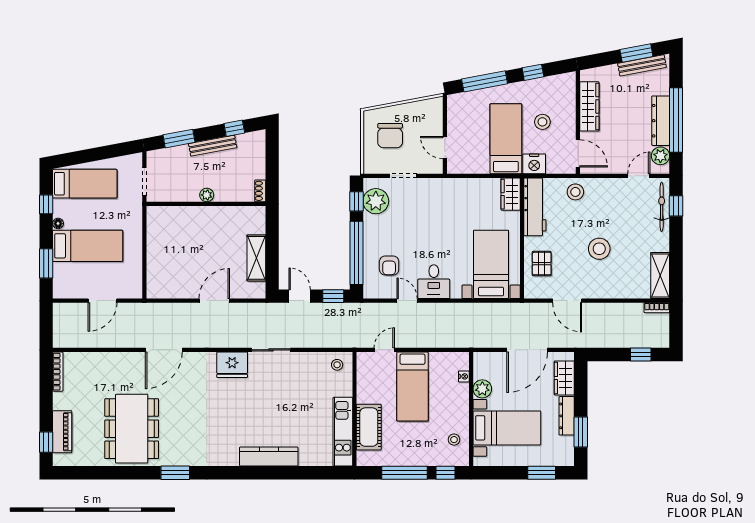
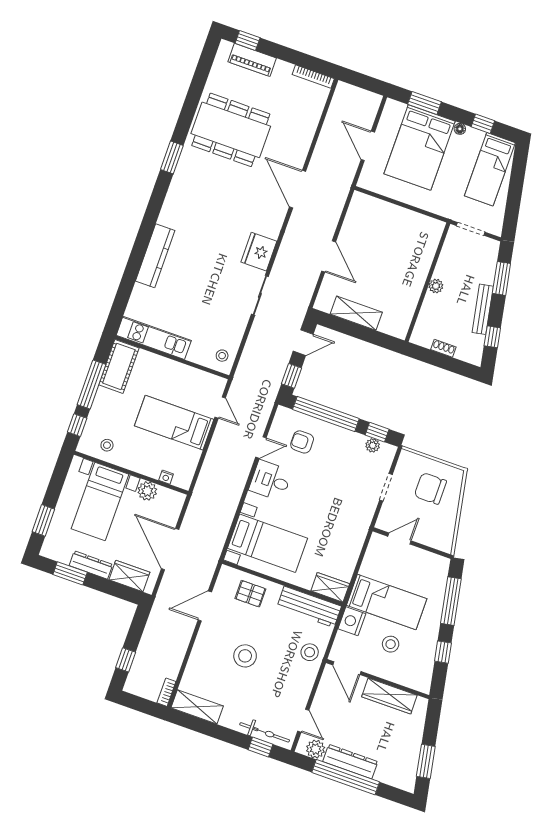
bench: (642, 65) -> (412, 762), removed
door: (578, 153) -> (347, 668), hinge flipped
shoe rack: (260, 191) -> (443, 348), moved
plant: (376, 201) -> (373, 445), width x0.53, depth x0.53
bed: (88, 246) -> (420, 148), width x1.50
cot: (369, 427) -> (119, 366), moved, turned 90

